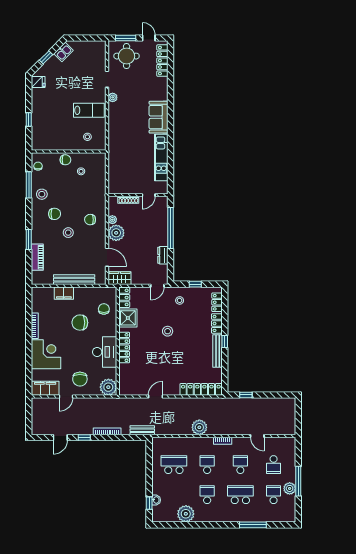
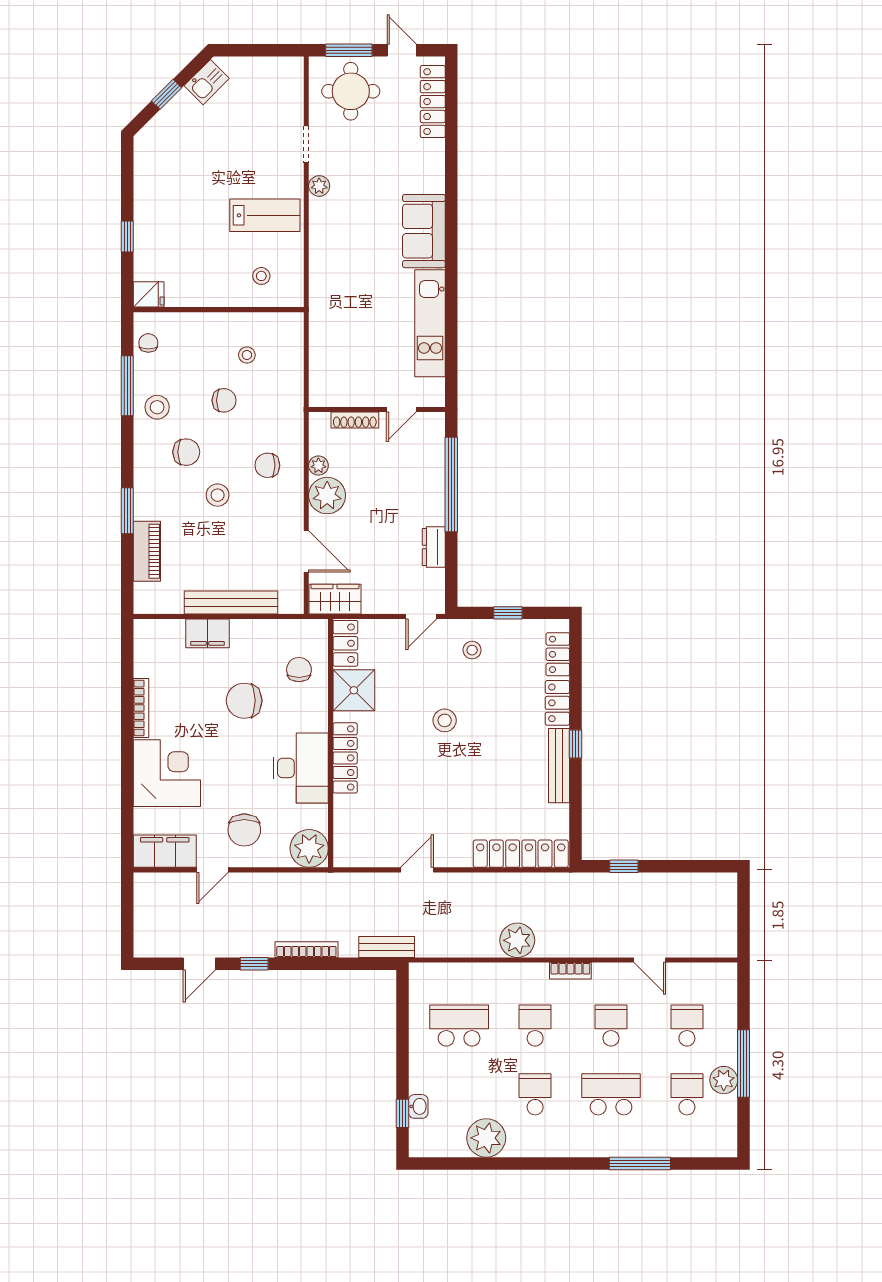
fridge: (38, 82) -> (149, 294), moved
chair: (65, 160) -> (224, 400), moved
school desk: (274, 465) -> (687, 1025), turned 180

